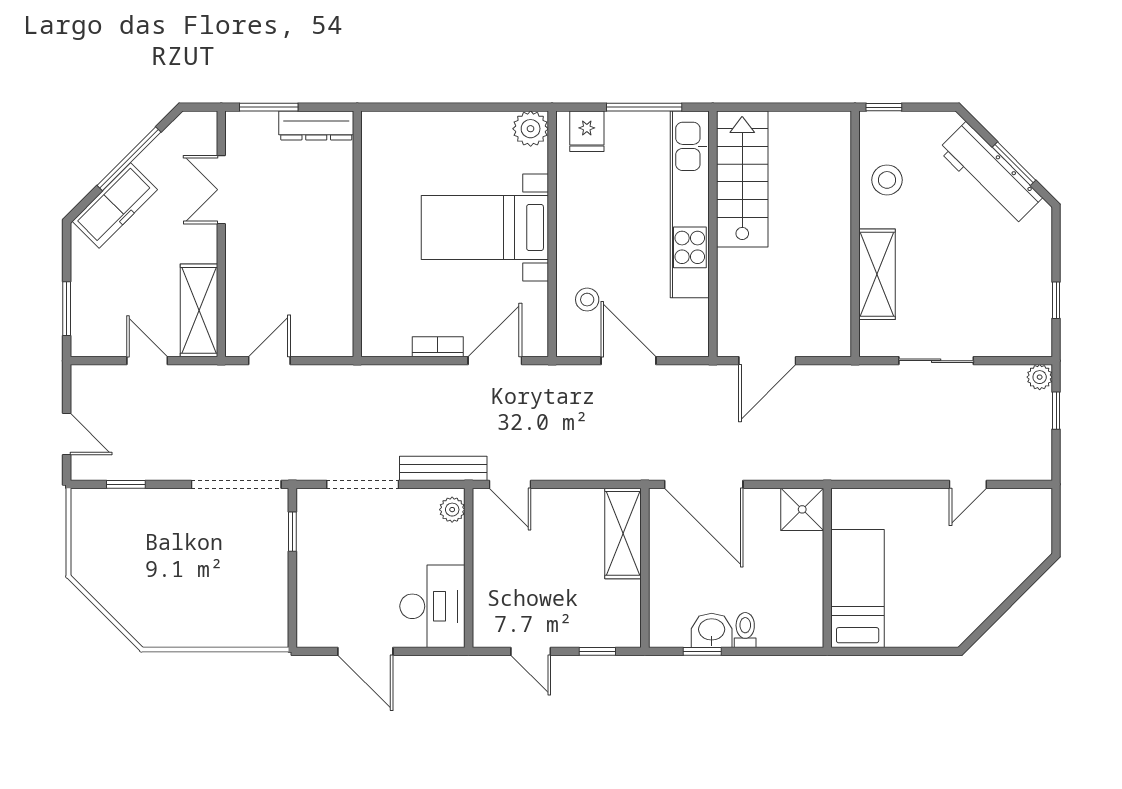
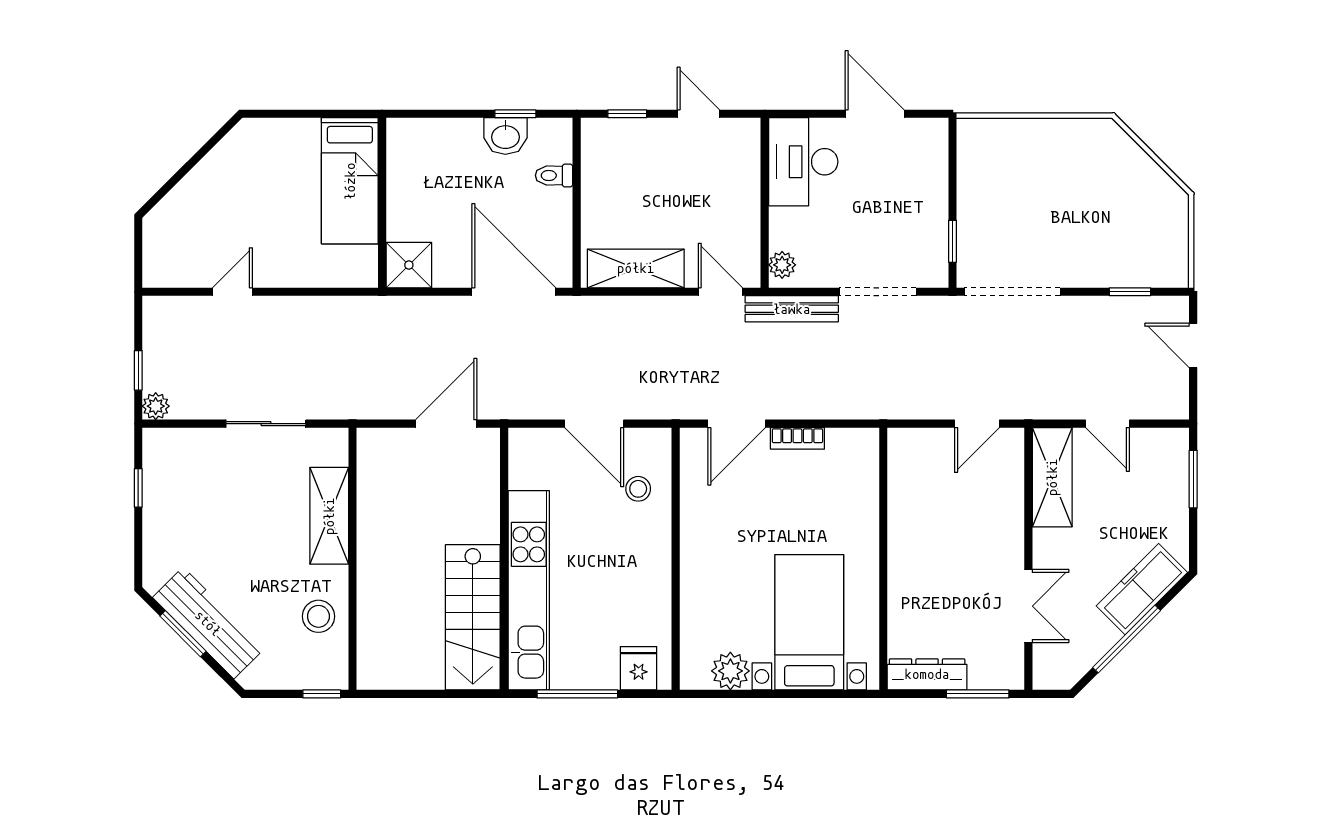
plant: (531, 129) -> (730, 671), moved
bed with nightstands: (485, 228) -> (809, 622), moved, turned -90
shelving: (623, 533) -> (636, 268), moved, turned 90
toilet: (745, 630) -> (554, 175), moved, turned 90

